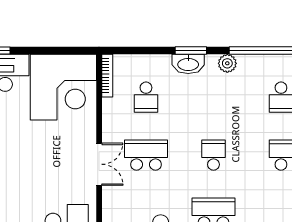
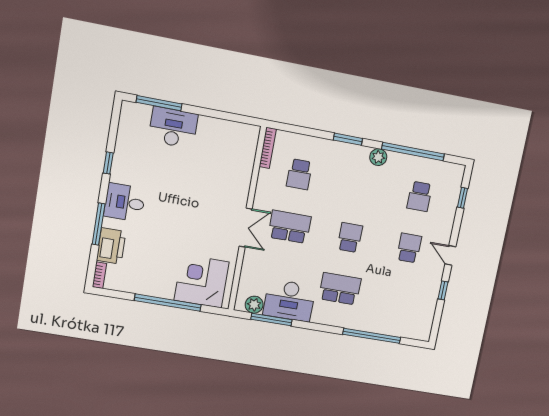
washbasin: (188, 64) -> (343, 151), removed
corner desk: (63, 87) -> (225, 151), removed

